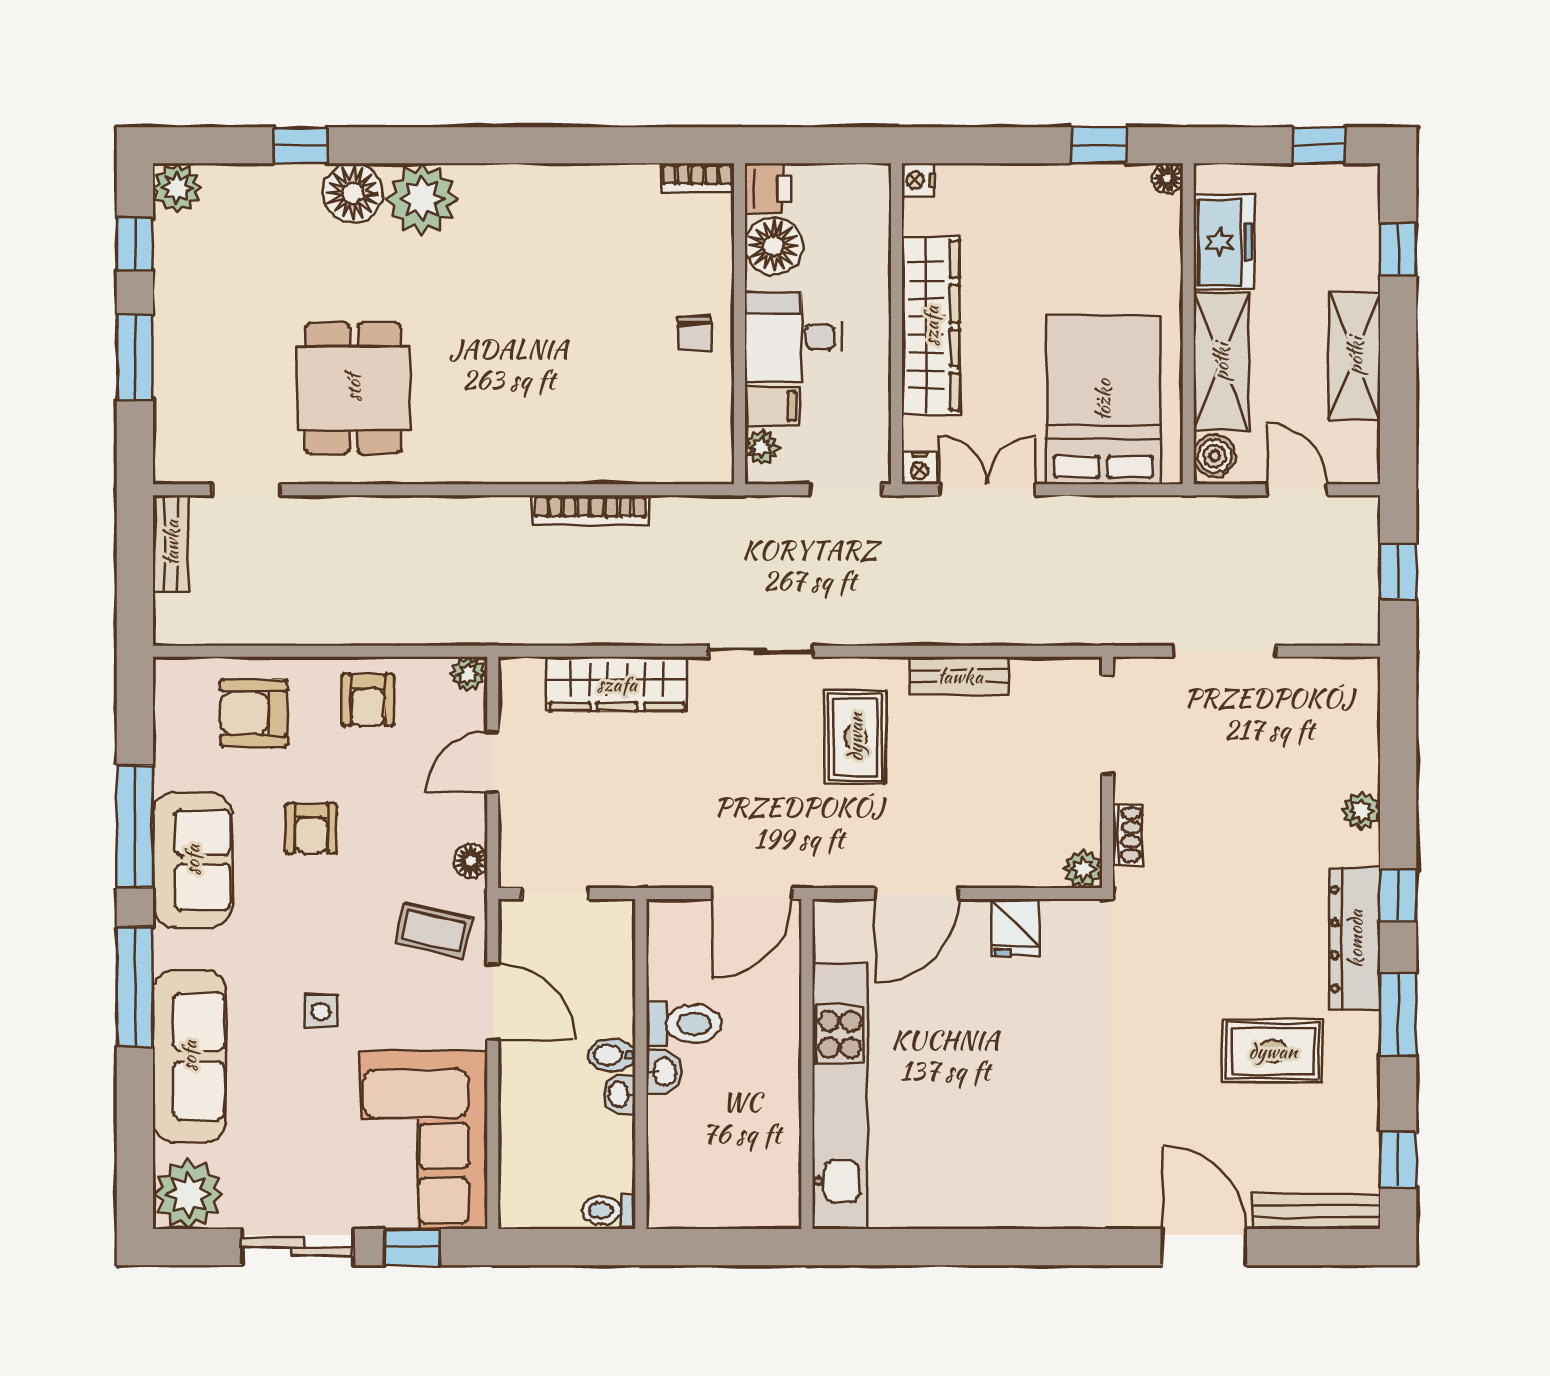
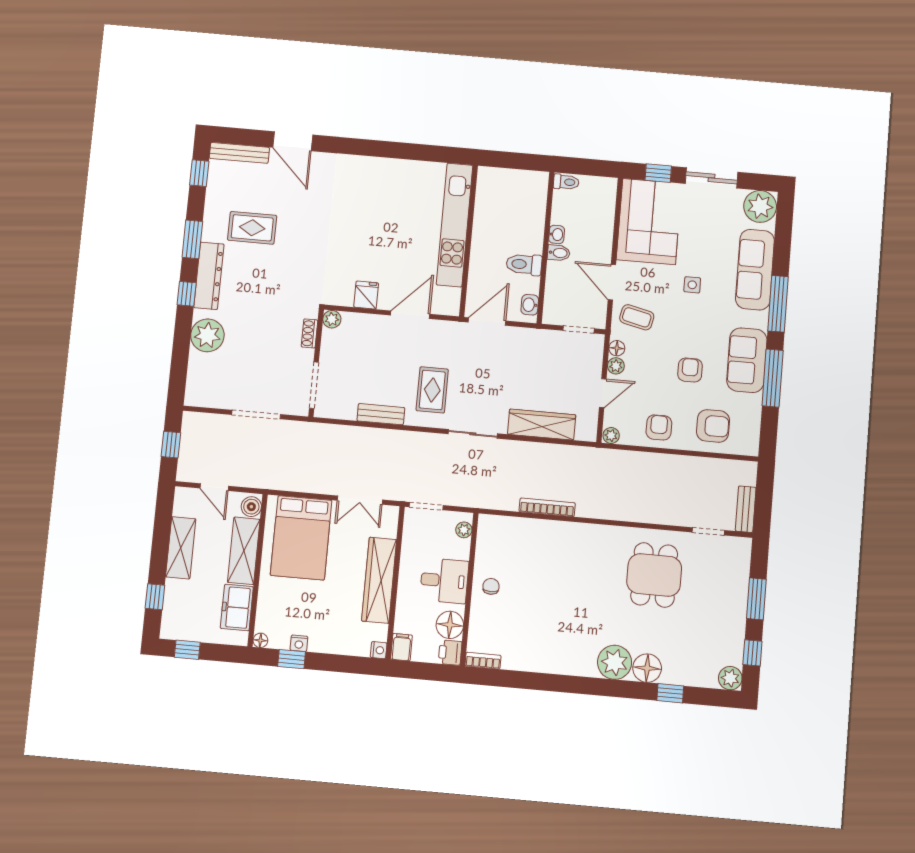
filing cabinet: (772, 406) -> (401, 647), moved, turned 90
nightstand: (919, 468) -> (299, 643), moved, turned 180
plant: (1361, 811) -> (207, 335), width x1.88, depth x1.88
plant: (470, 823) -> (616, 366), added
washbasin: (664, 1072) -> (530, 305), moved

